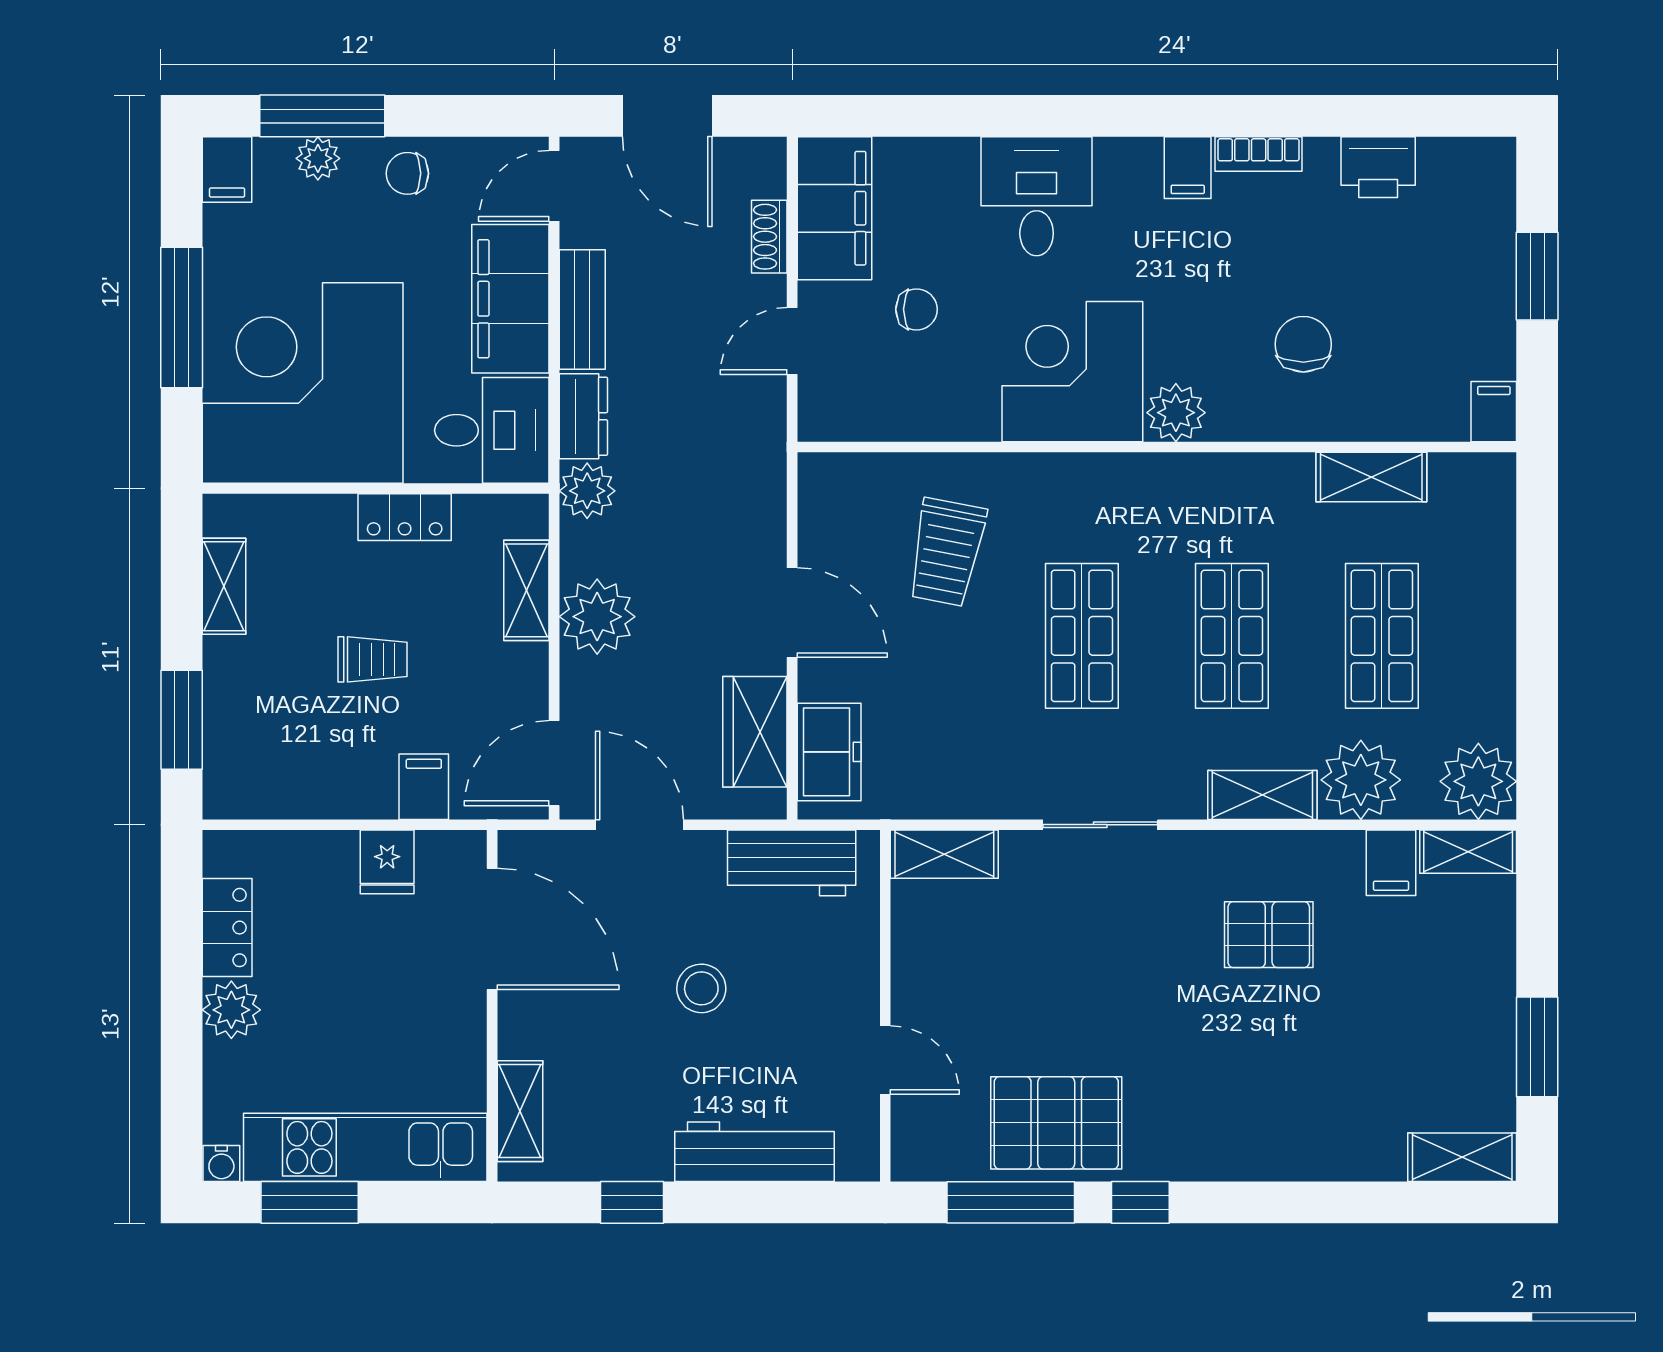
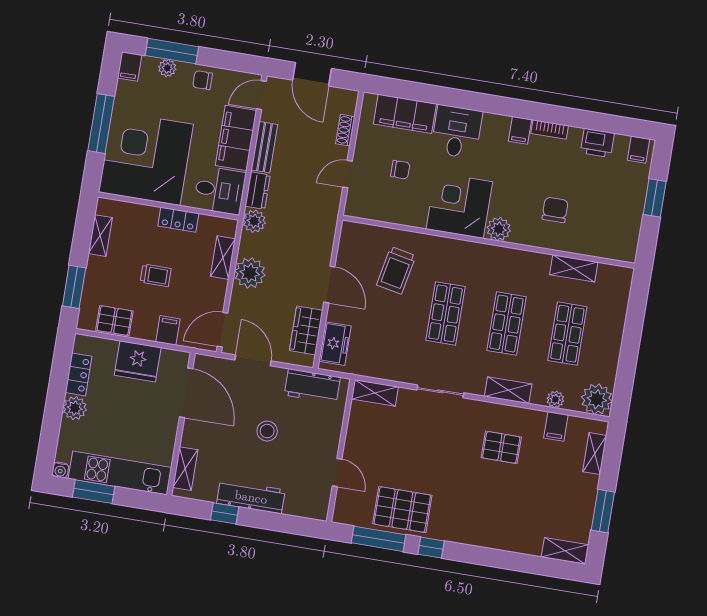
filing cabinet: (834, 208) -> (405, 114), moved, turned 90
filing cabinet: (1494, 412) -> (638, 150), moved, turned 180
plant: (1361, 780) -> (555, 399), width x0.53, depth x0.53
pallet: (292, 784) -> (114, 321), added
shelving: (1468, 852) -> (595, 454), moved, turned 90
fridge: (387, 862) -> (138, 361), width x1.88, depth x1.34
workbench: (754, 1152) -> (251, 497), moved

